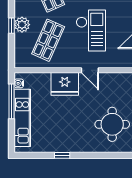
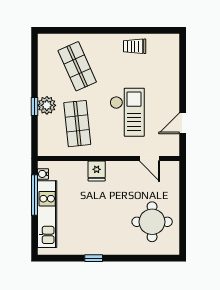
shop shelf: (48, 40) -> (77, 124), turned -30
door: (90, 70) -> (150, 159), moved
fridge: (65, 84) -> (97, 171), width x0.53, depth x0.75

